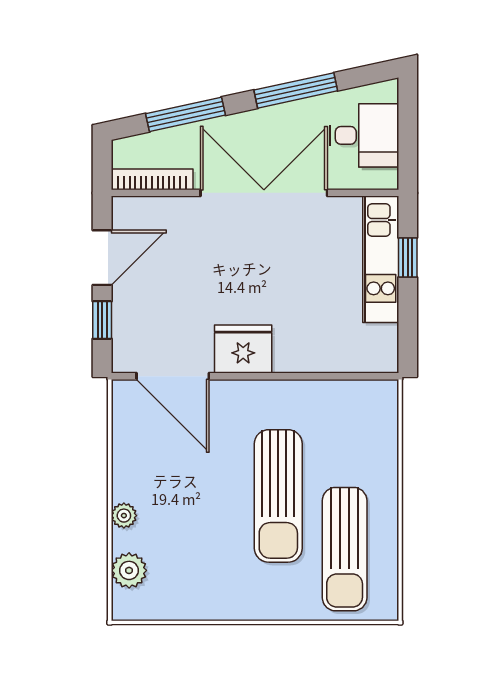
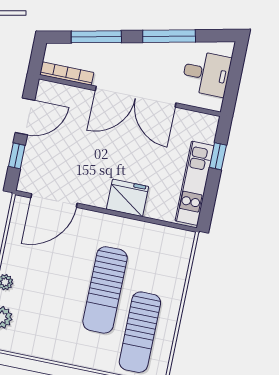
double door: (264, 193) -> (136, 97), swing flipped
kitchen unit: (381, 259) -> (195, 183), moved
fridge: (243, 349) -> (128, 198), moved
door: (173, 376) -> (54, 201), hinge flipped

